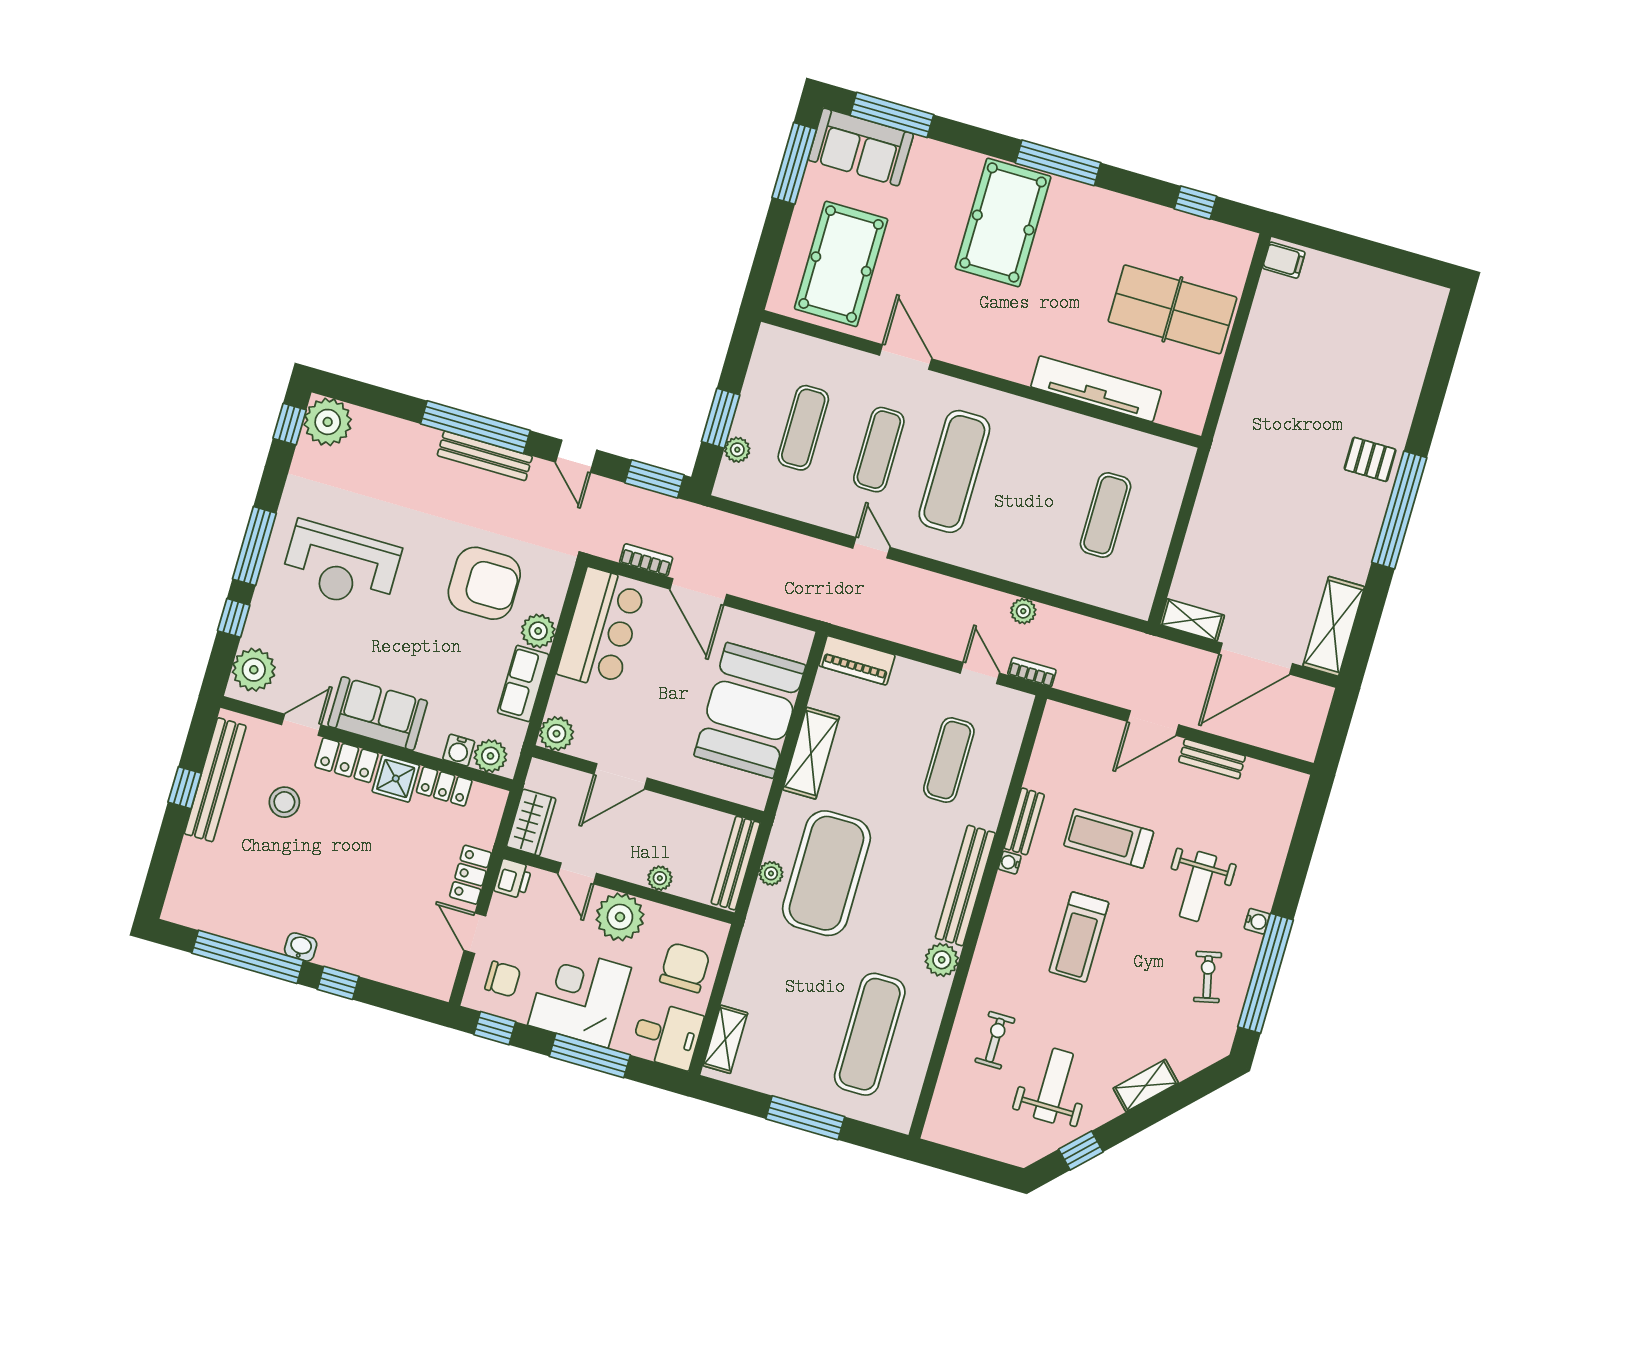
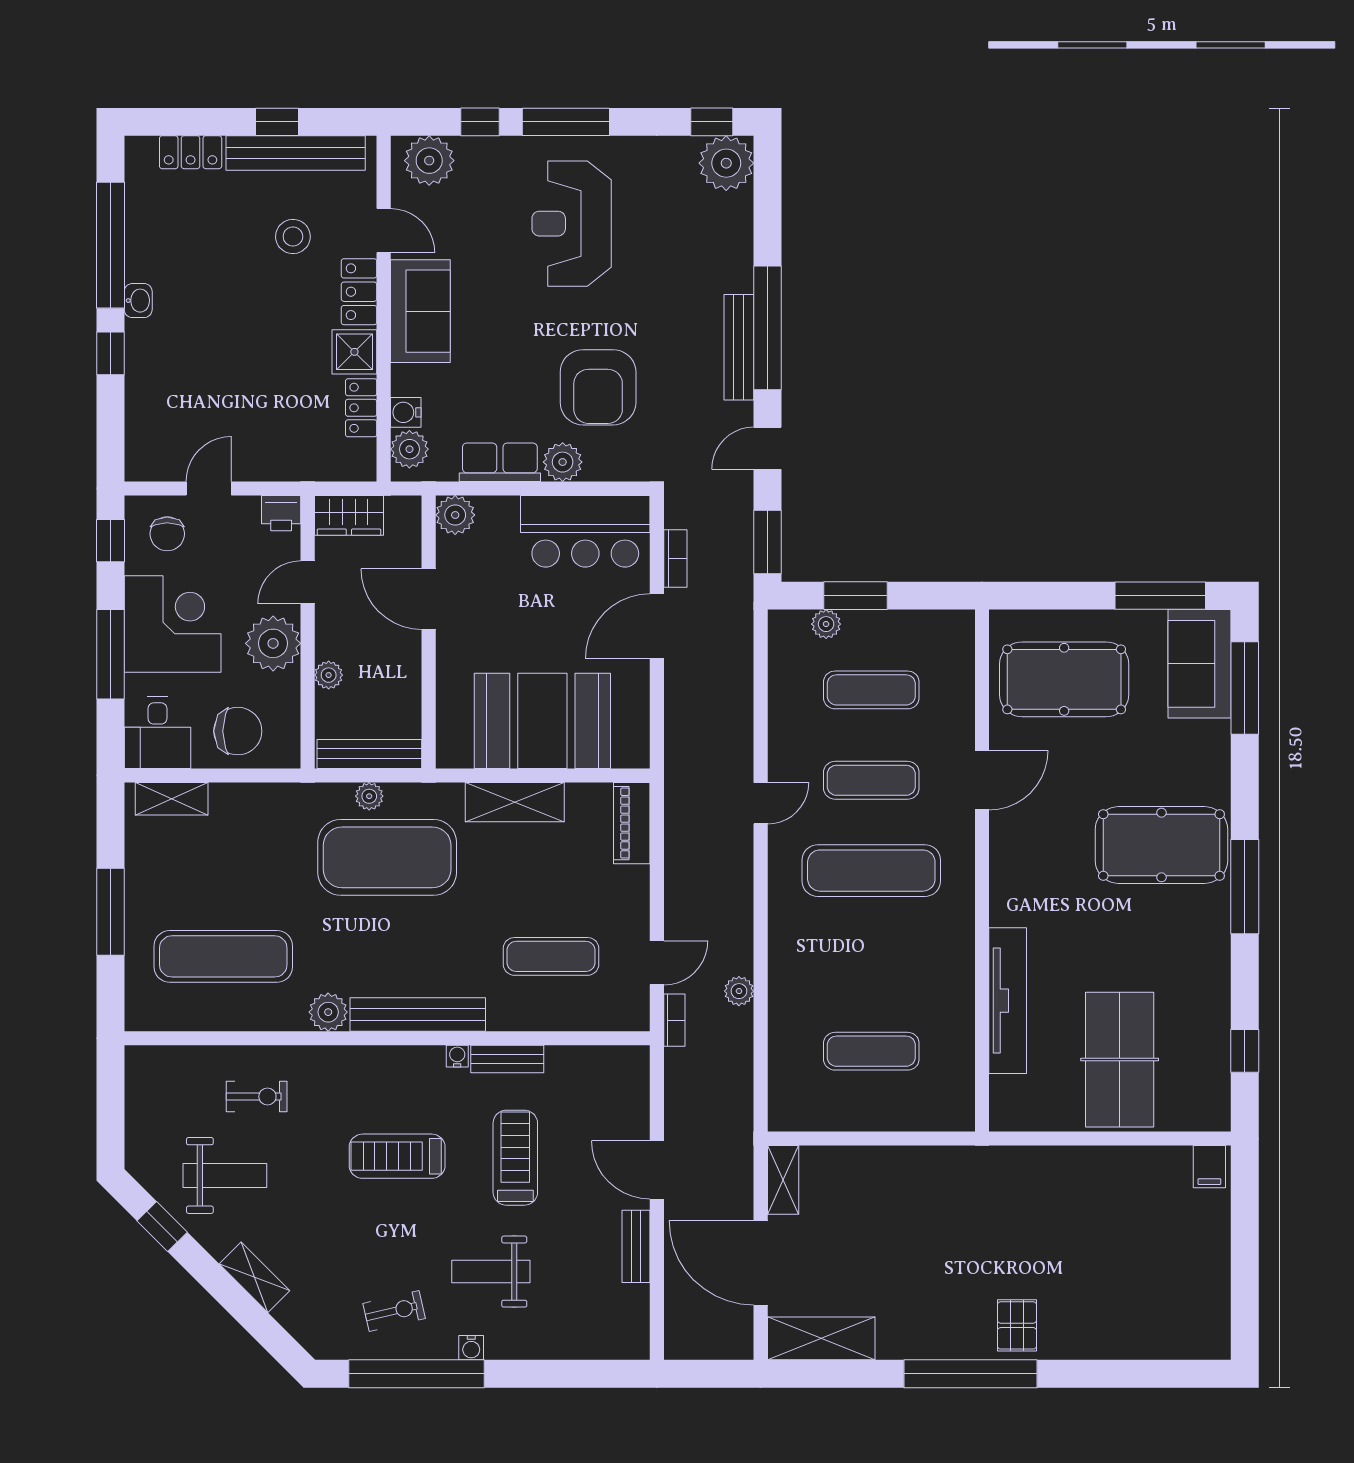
locker: (470, 875) -> (191, 152), moved, turned 180

